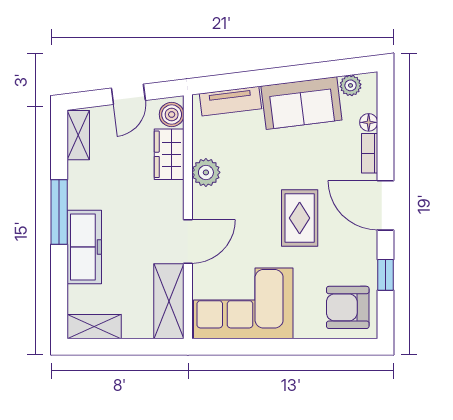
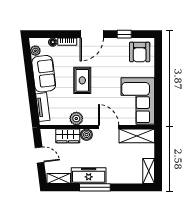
boiler: (172, 114) -> (86, 135), moved
rug: (300, 218) -> (82, 80), moved, turned 90
freezer: (84, 247) -> (89, 176), moved

